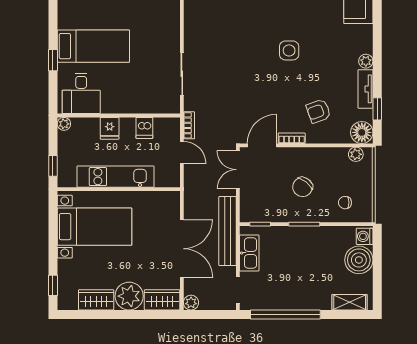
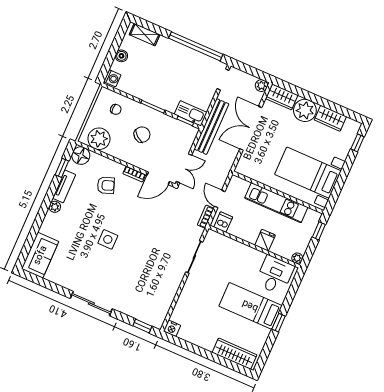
window: (53, 60) -> (279, 323), moved
dishwasher: (144, 128) -> (223, 222), moved
plant: (356, 154) -> (99, 139), width x1.88, depth x1.88
kitchen sink: (249, 253) -> (191, 113), moved, turned 90
boiler: (359, 260) -> (121, 56), width x0.54, depth x0.54

